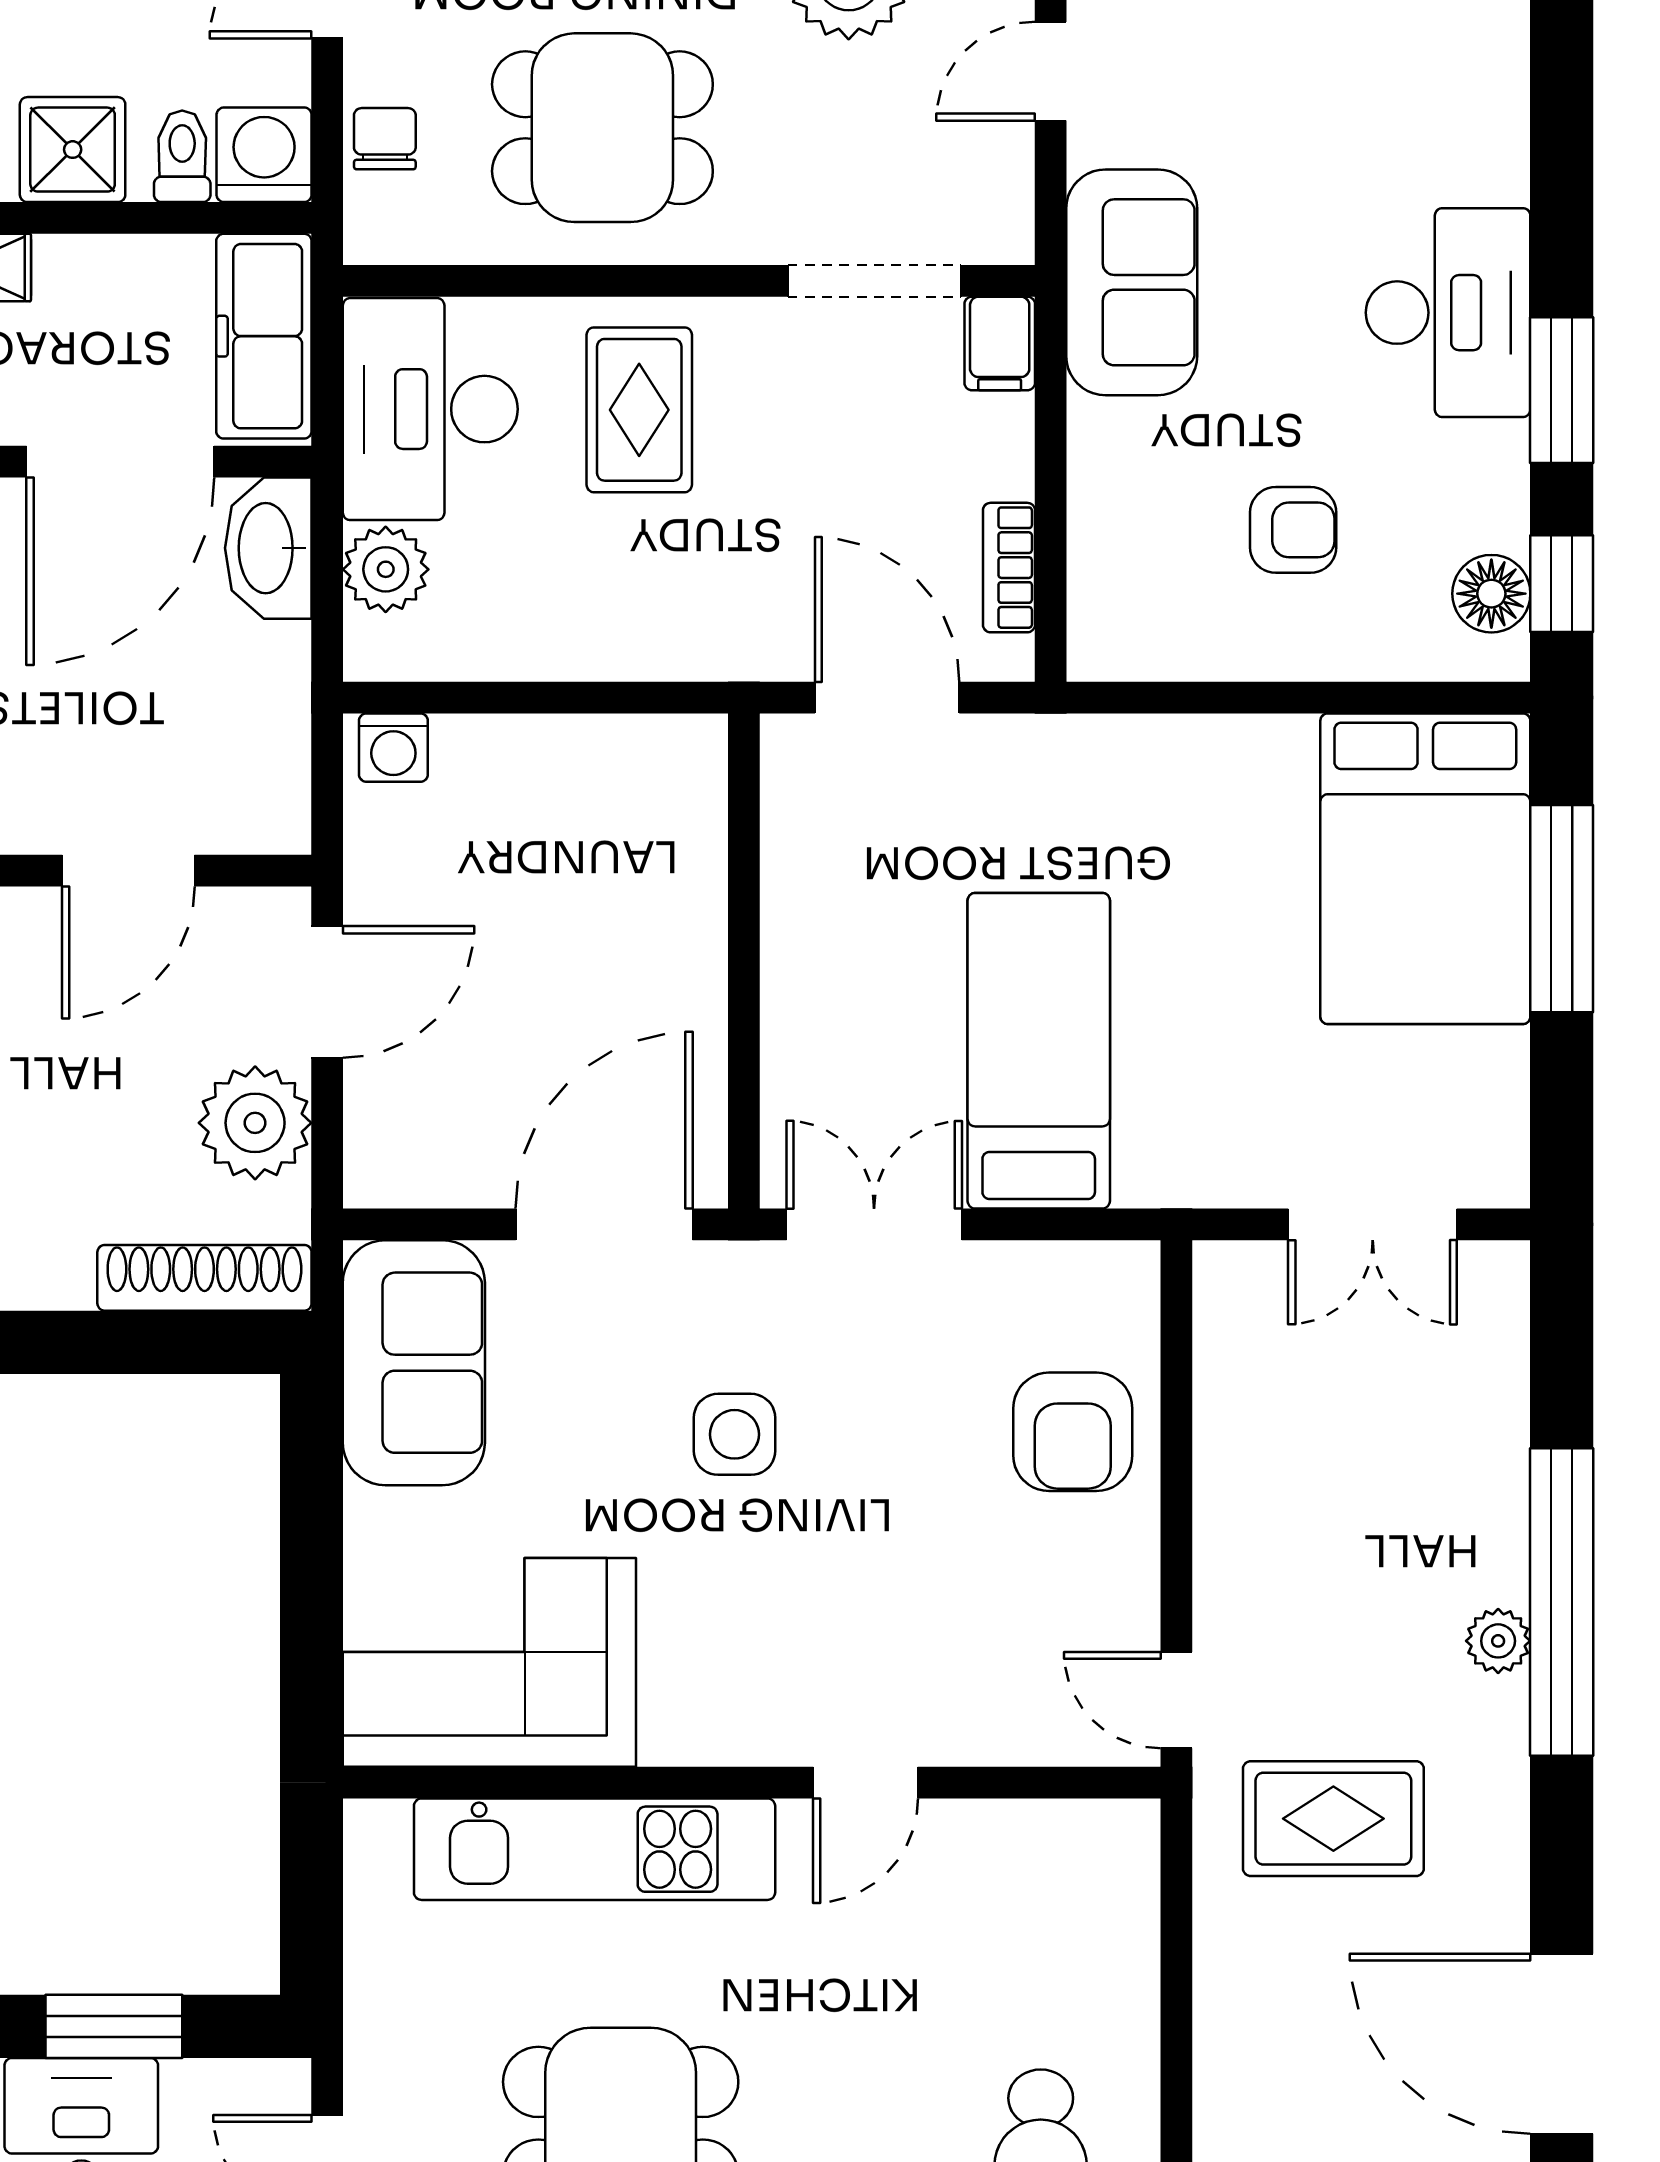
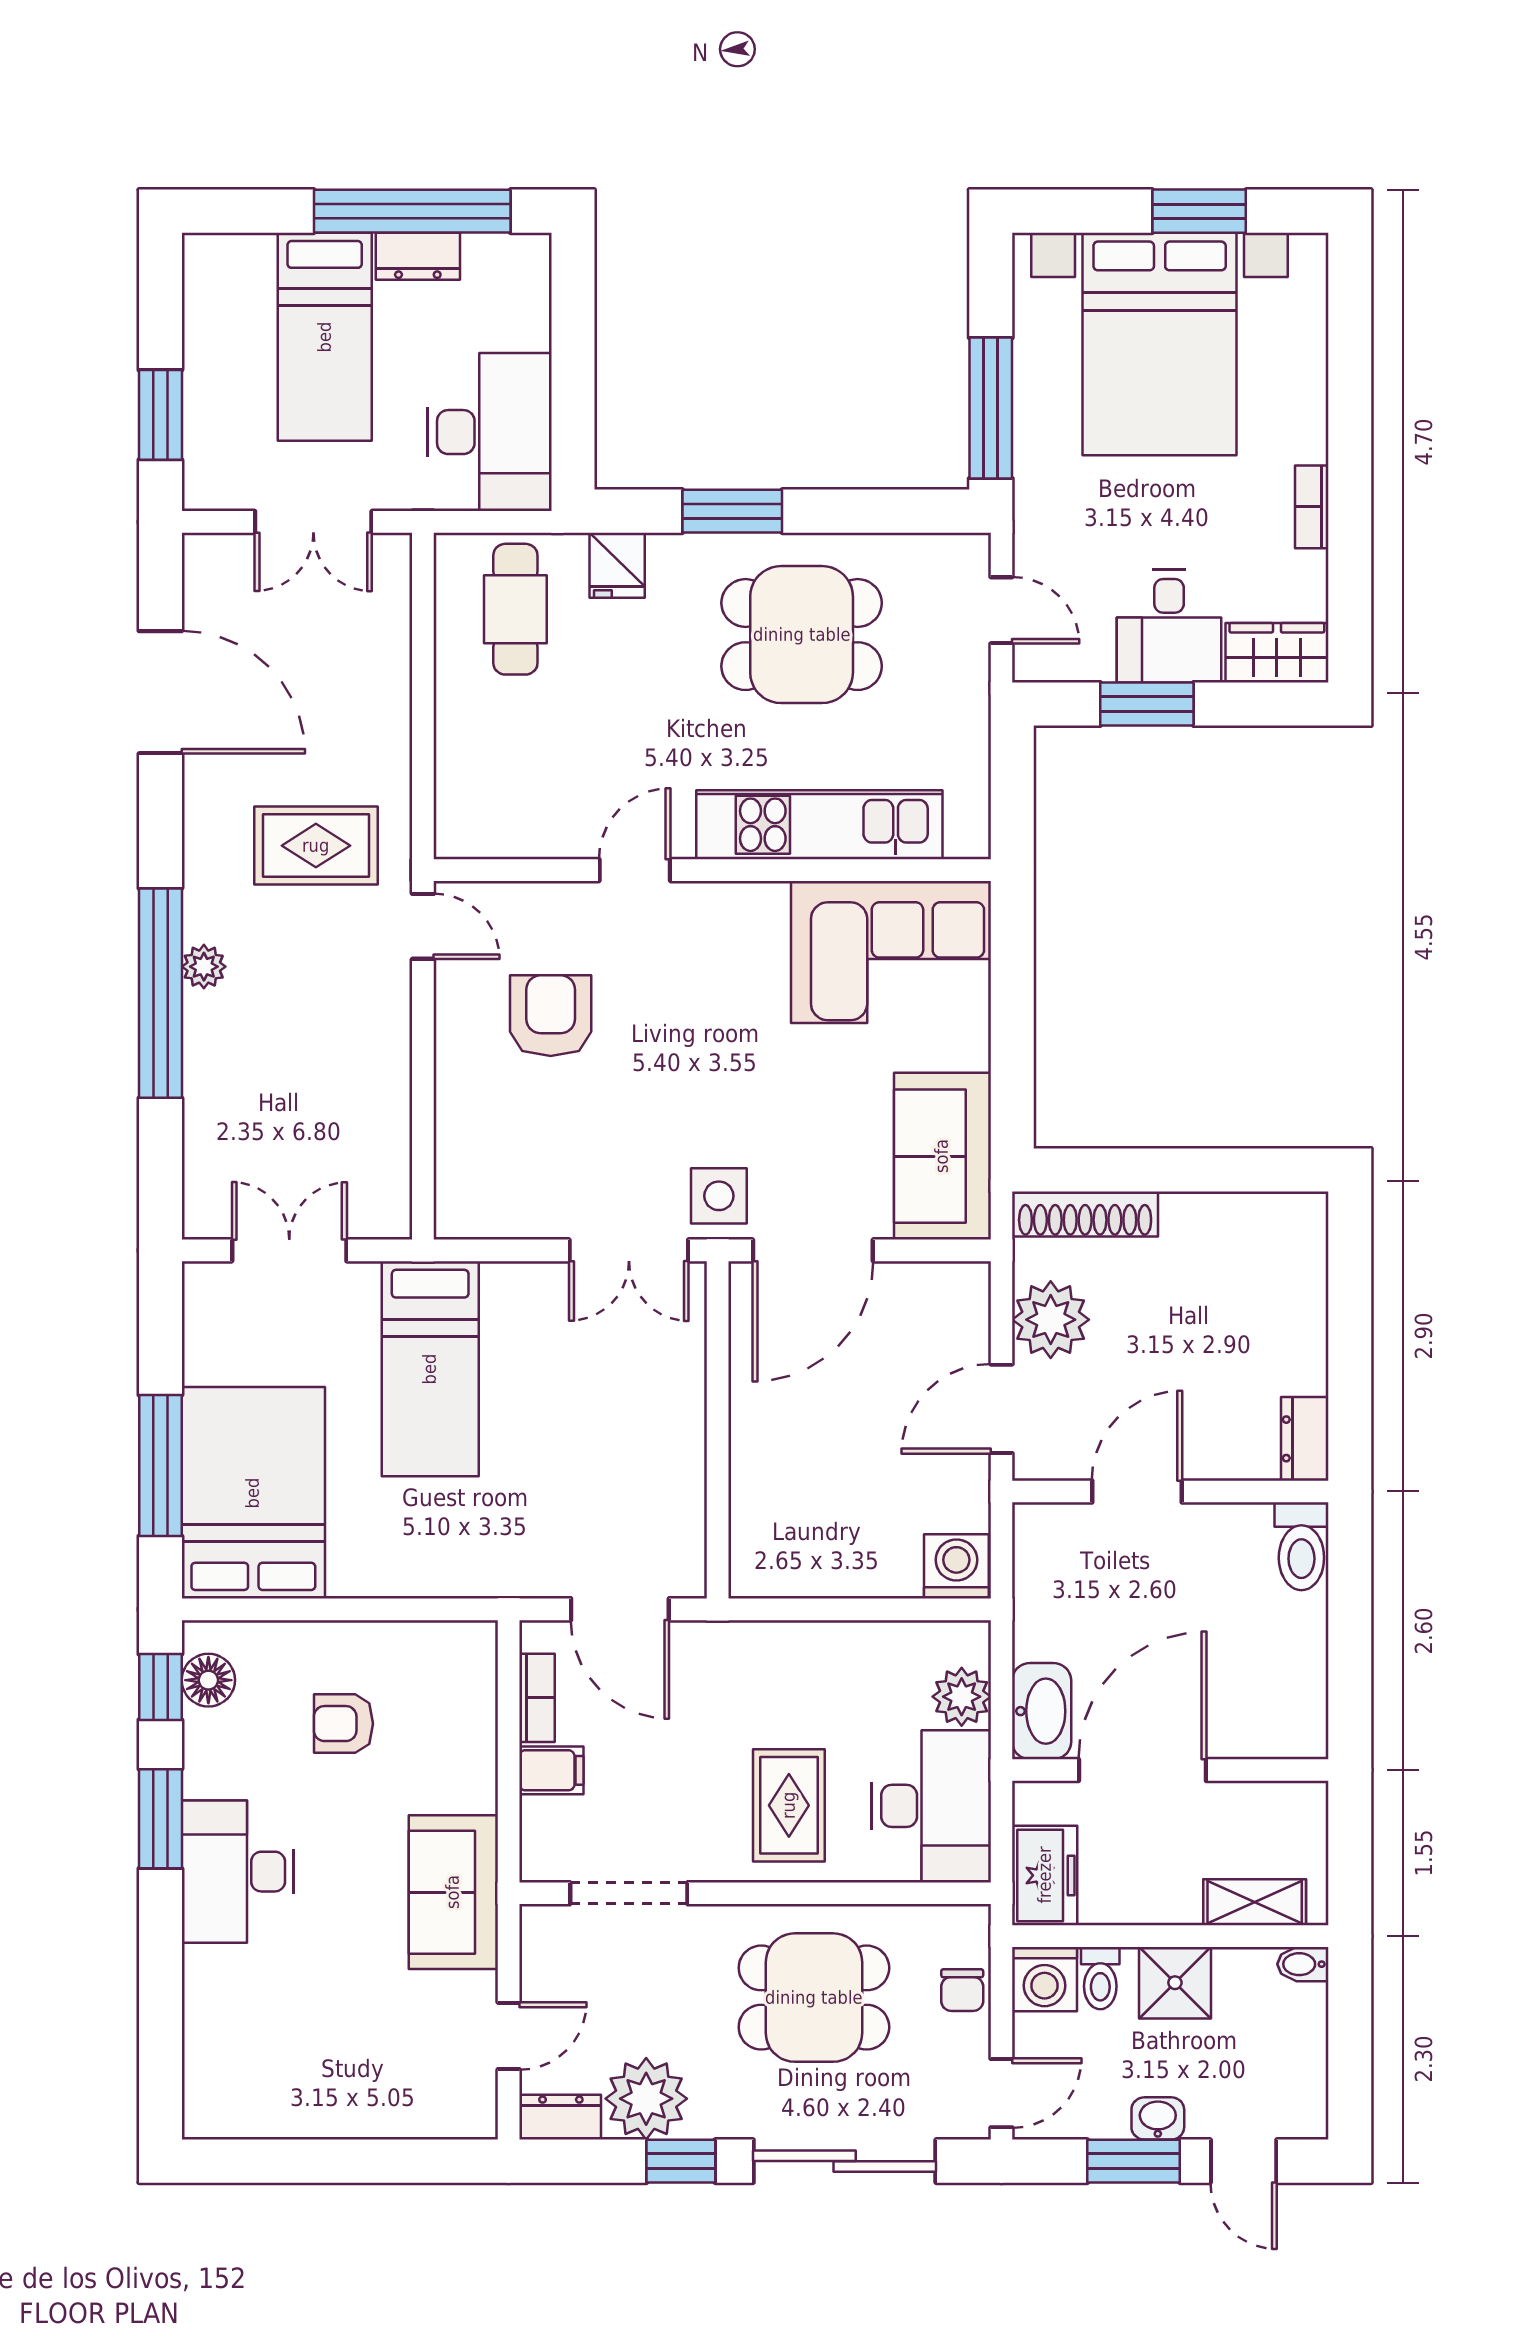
freezer: (264, 336) -> (1045, 1875), width x0.71
filing cabinet: (1000, 343) -> (551, 1770), moved, turned 90
washing machine: (393, 748) -> (956, 1566), width x1.38, depth x1.38
bed: (1039, 1051) -> (430, 1369), moved
armchair: (1073, 1432) -> (551, 1016), moved
side table: (734, 1434) -> (719, 1196), moved

